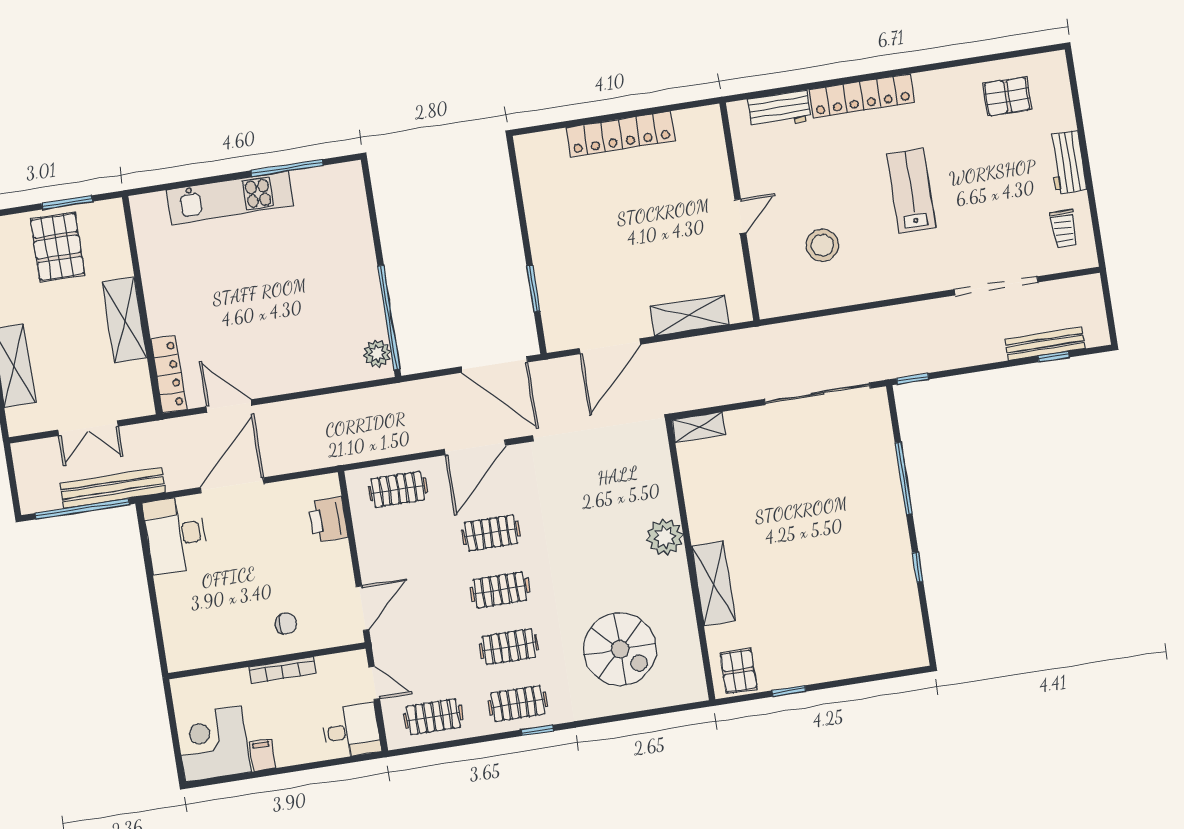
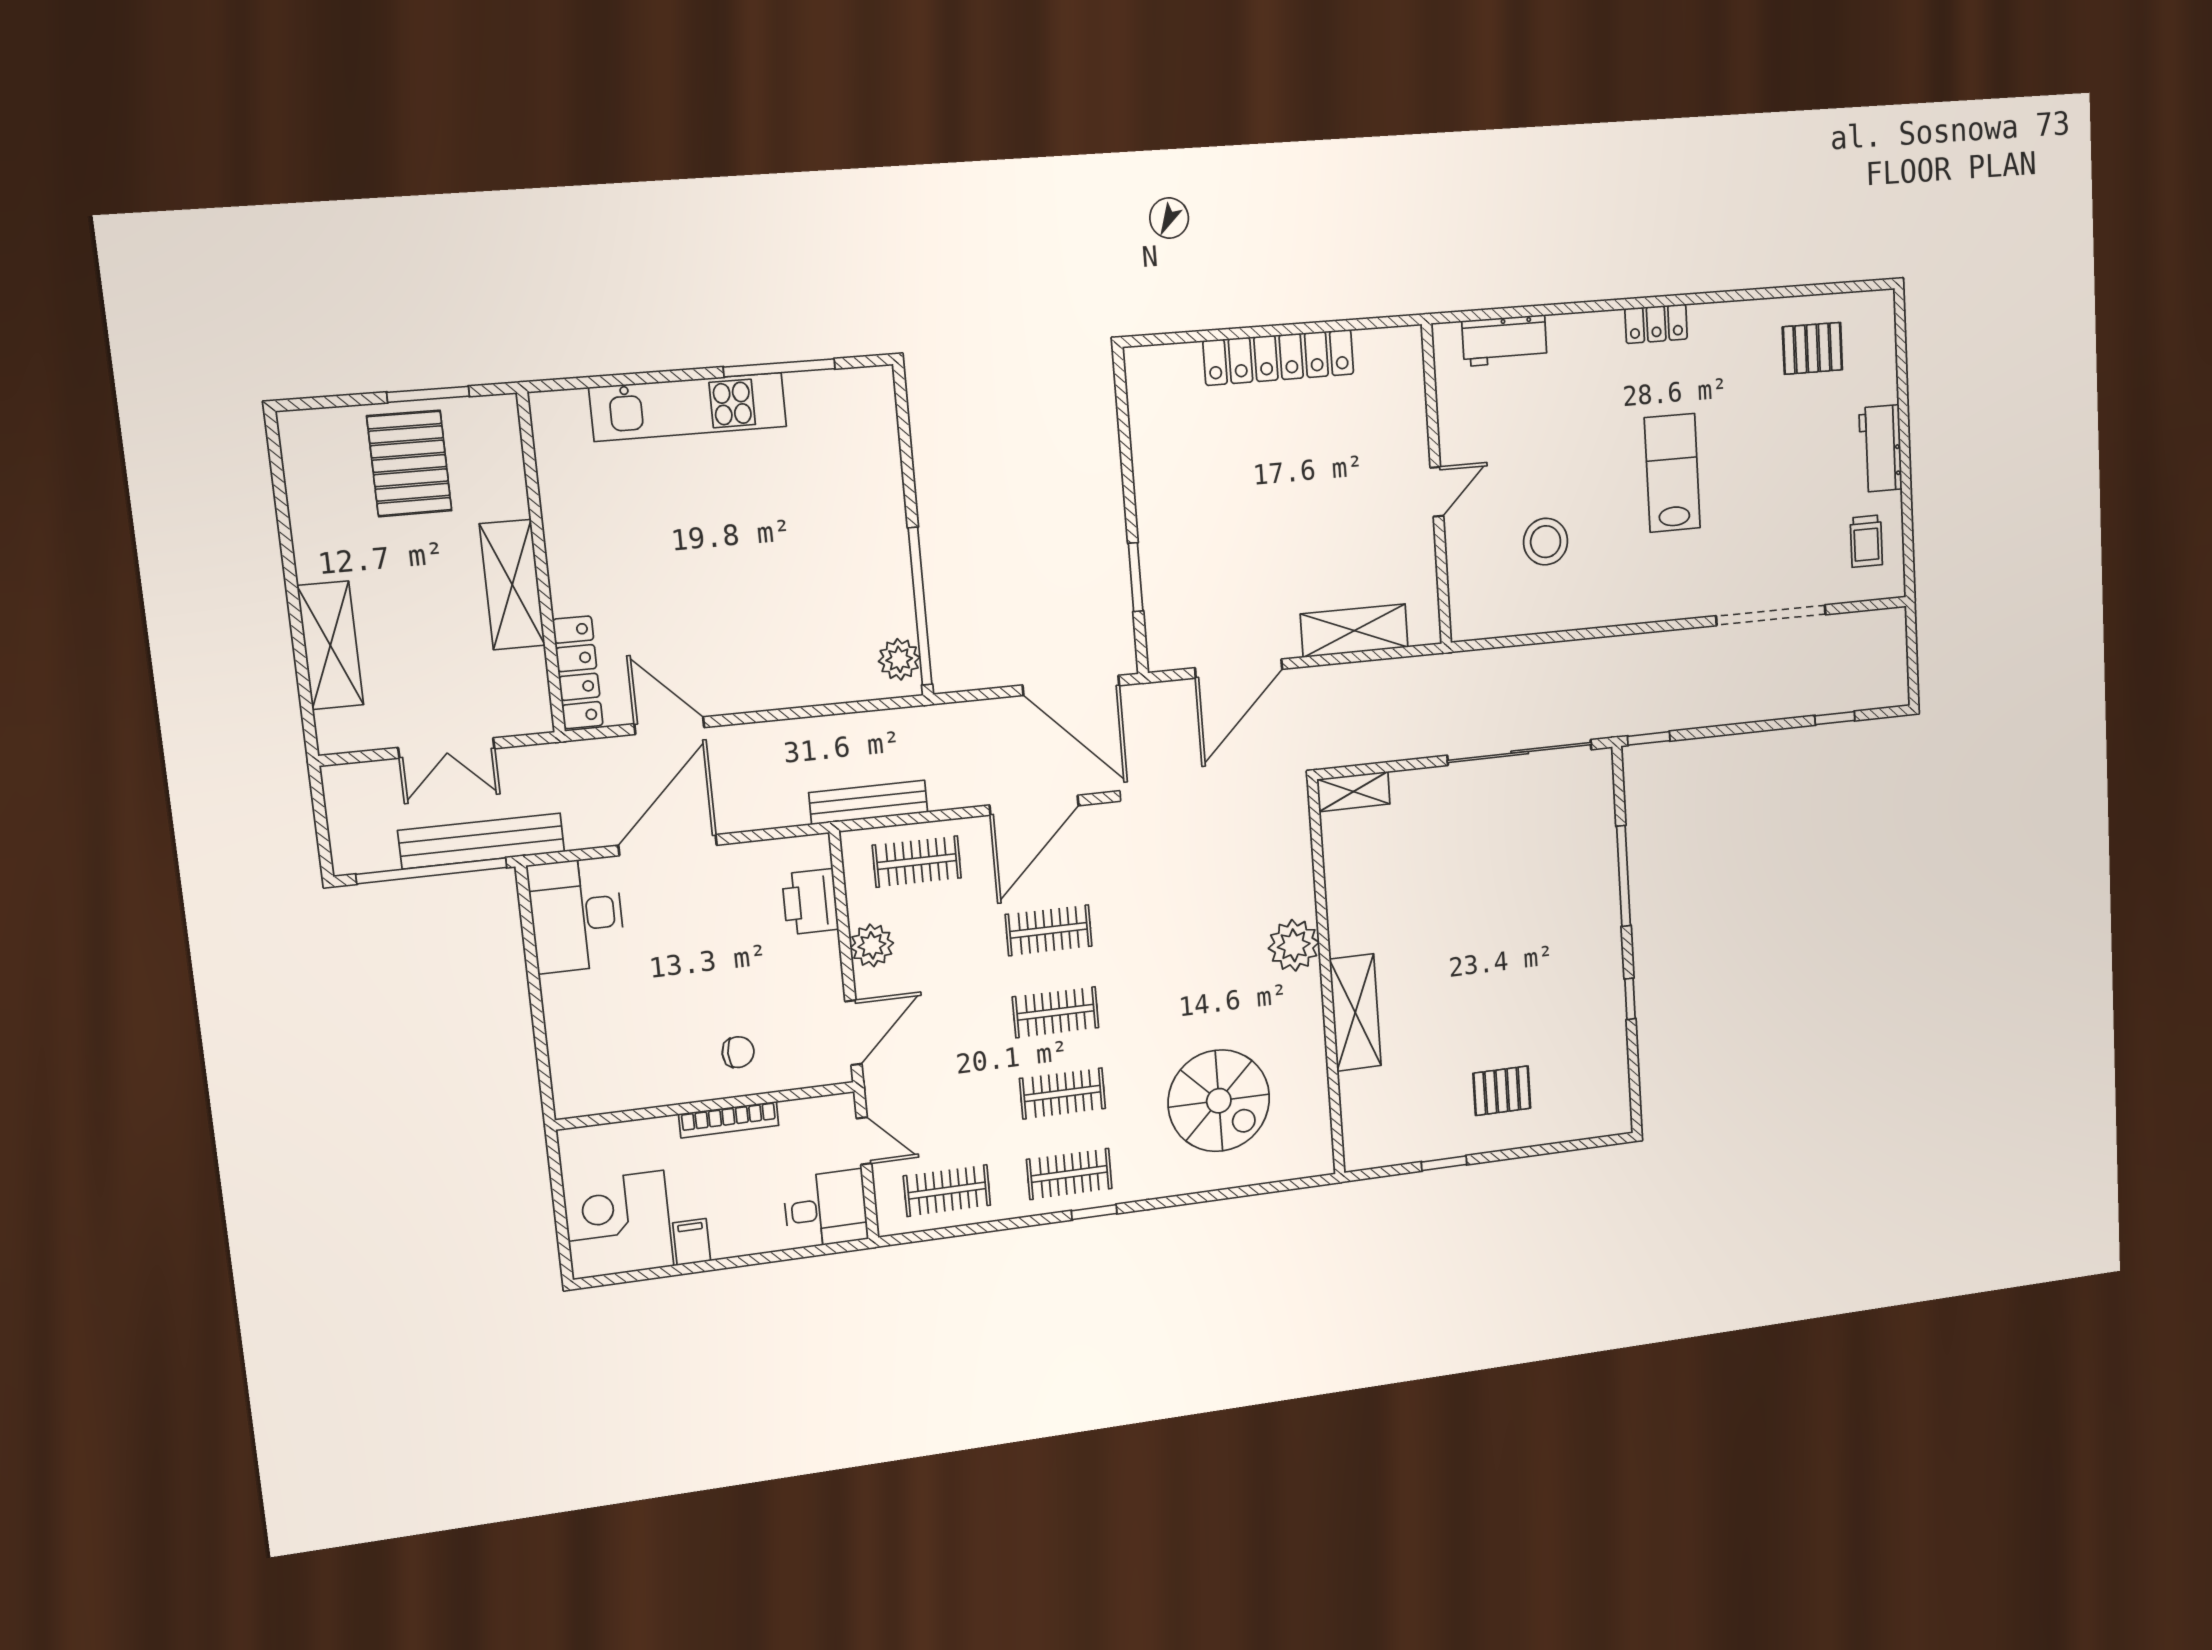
locker: (862, 96) -> (1656, 324), width x0.46, depth x0.83
bench: (1045, 344) -> (868, 802), moved
plant: (371, 548) -> (872, 945), added
pallet: (738, 671) -> (1502, 1091), moved, turned 90

